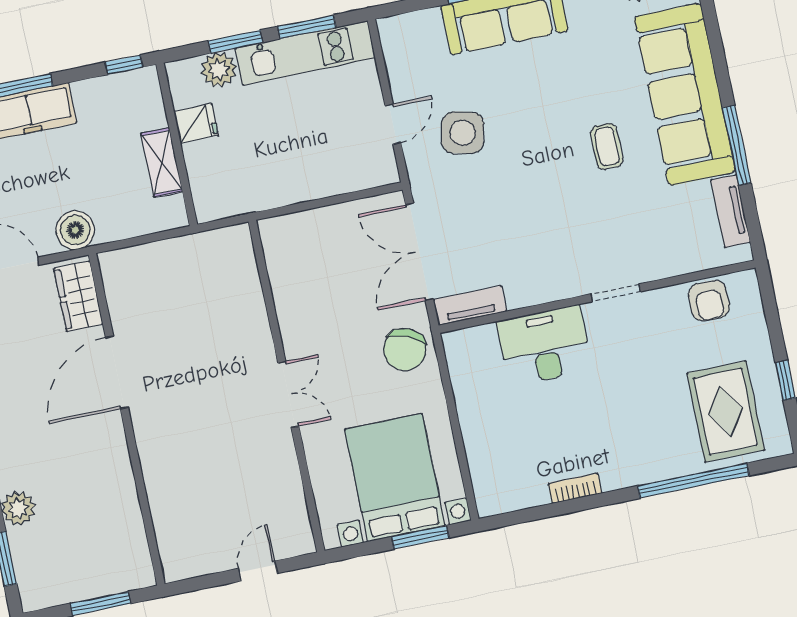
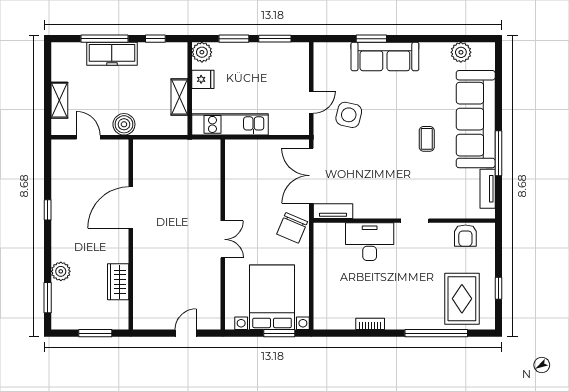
kitchen unit: (305, 53) -> (230, 124), moved, turned 180
window: (124, 65) -> (155, 39), moved
plant: (219, 70) -> (202, 52), moved
wardrobe: (78, 296) -> (118, 282), moved

